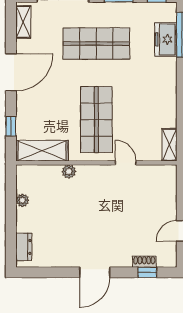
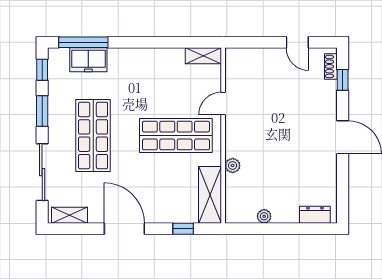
shoe rack: (144, 262) -> (331, 66), moved

